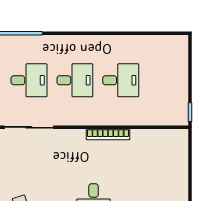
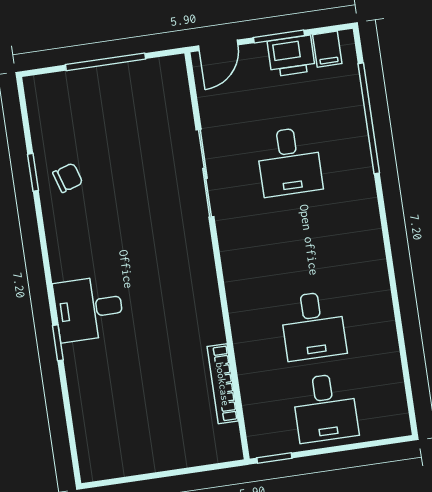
desk: (75, 80) -> (325, 408), moved
bookcase: (108, 134) -> (223, 384), moved

